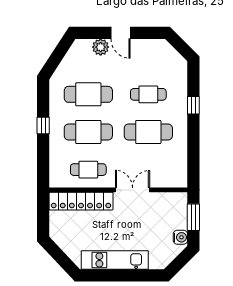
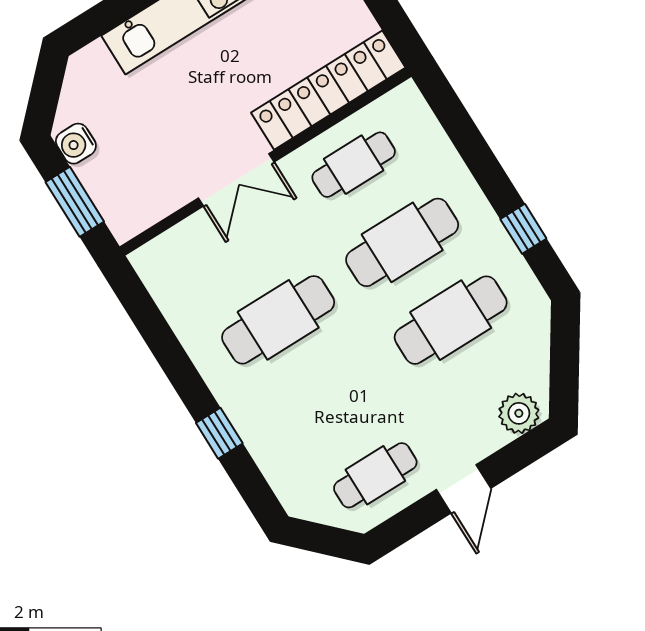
door: (121, 33) -> (464, 489), swing flipped
plant: (101, 47) -> (519, 413), moved
cafe table: (148, 94) -> (375, 475), moved
window: (43, 126) -> (523, 229), moved

